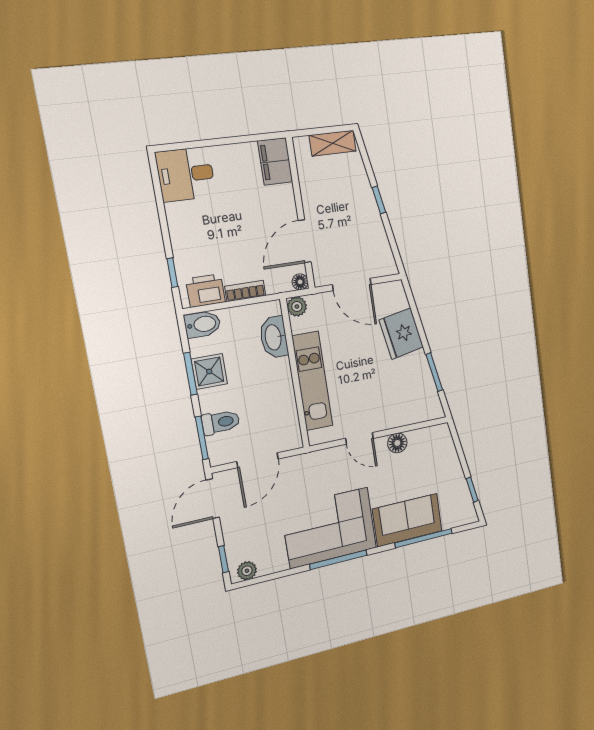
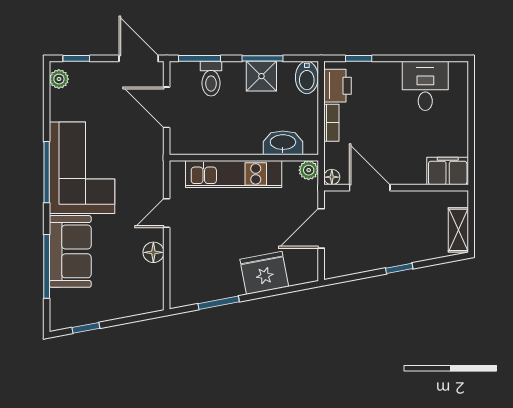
desk: (186, 174) -> (425, 86), moved

